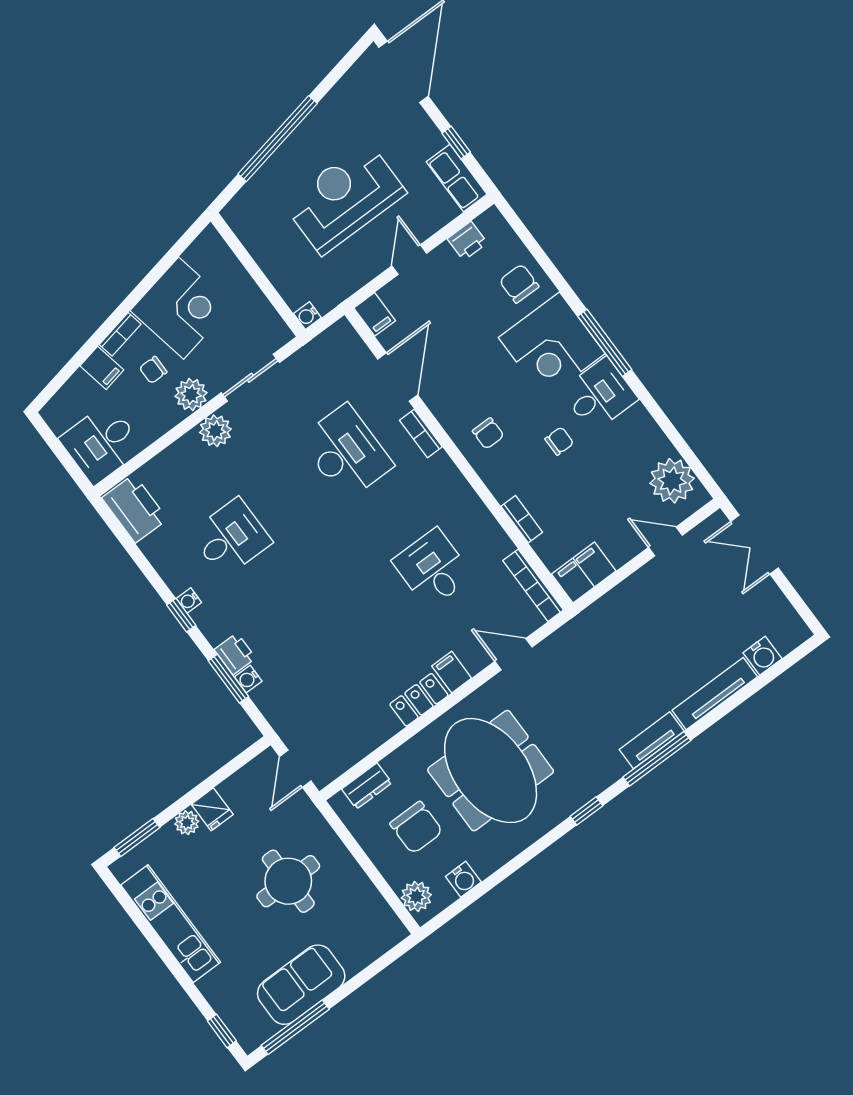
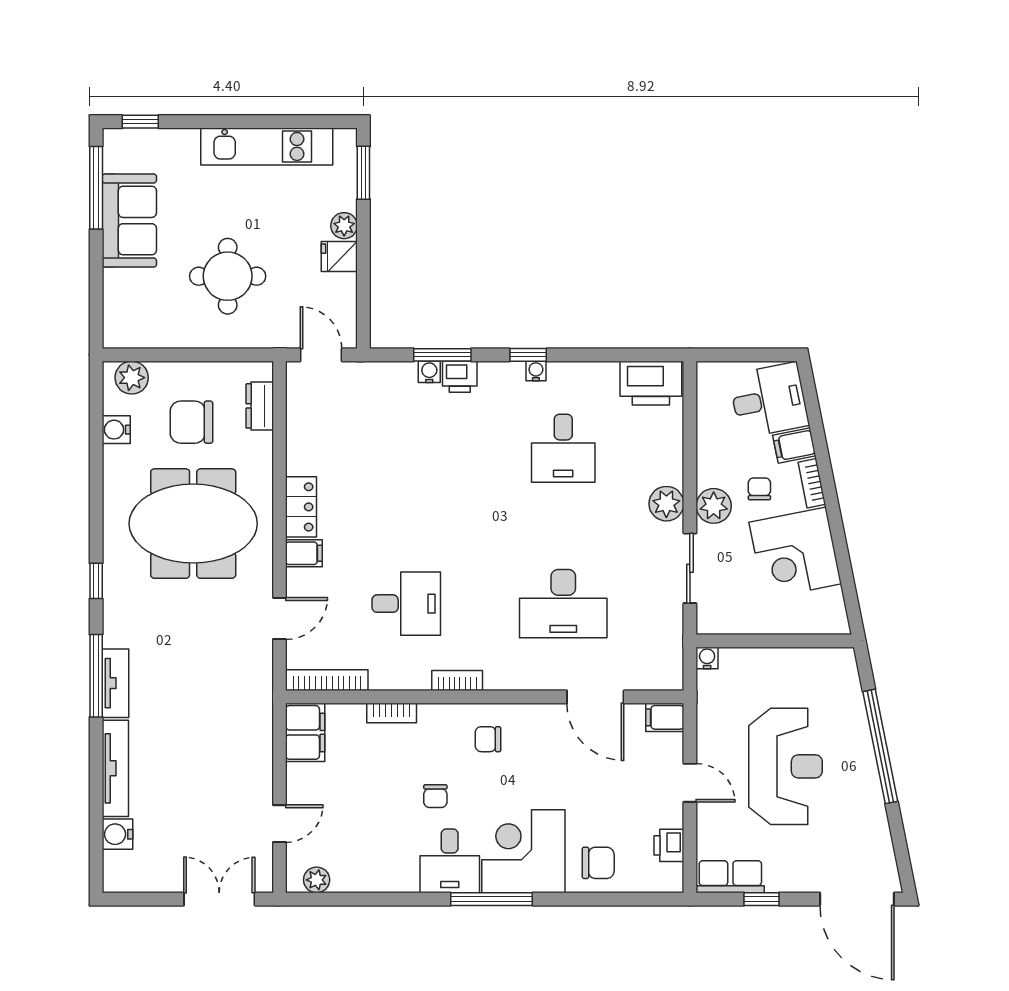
bookcase: (421, 434) -> (457, 681), moved
desk: (101, 444) -> (769, 400), moved, turned 79
plant: (672, 481) -> (317, 880), width x0.53, depth x0.53

